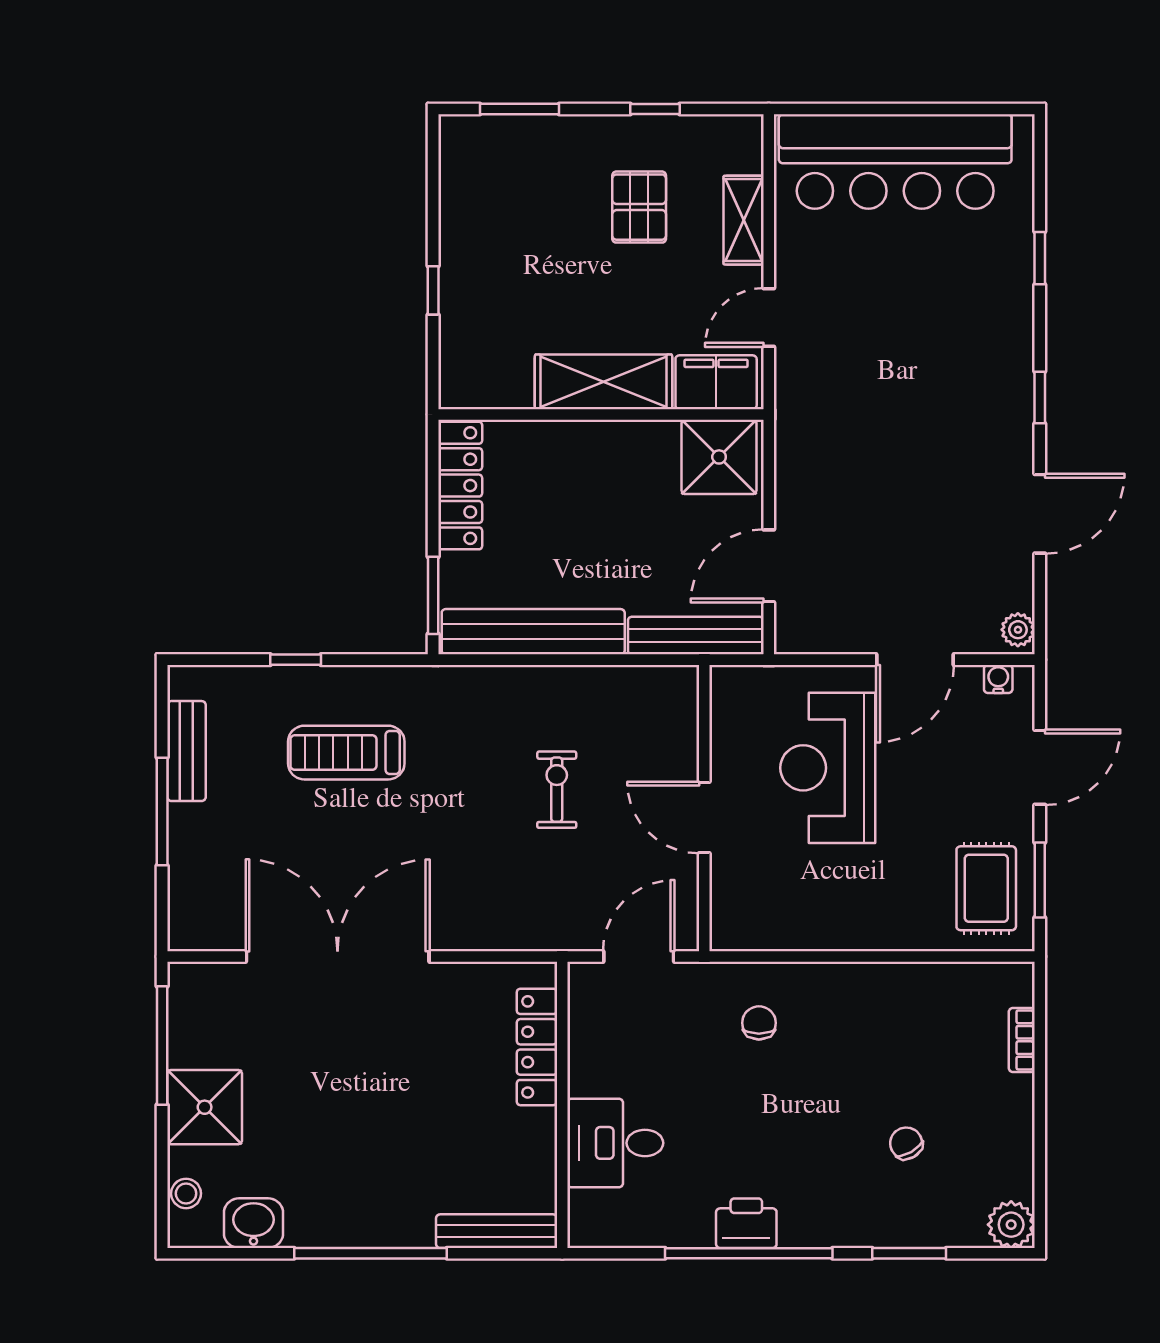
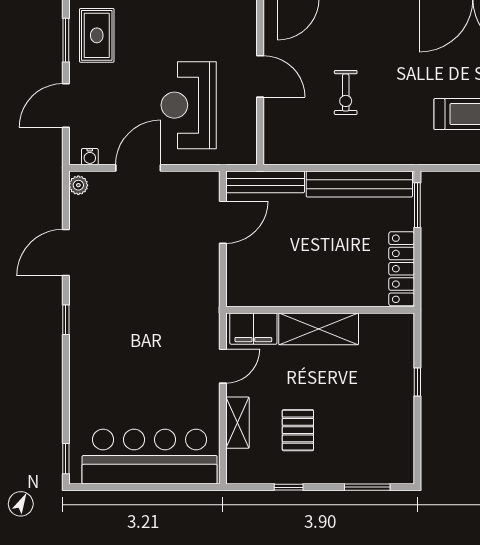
window: (1040, 258) -> (66, 459), moved
shower: (719, 457) -> (252, 285), removed
reception desk: (828, 768) -> (189, 105), turned 180

